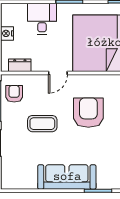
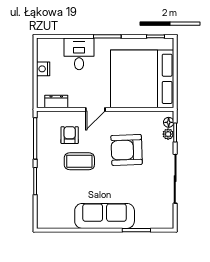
armchair: (14, 94) -> (70, 135), moved
armchair: (88, 113) -> (127, 150), turned -92

